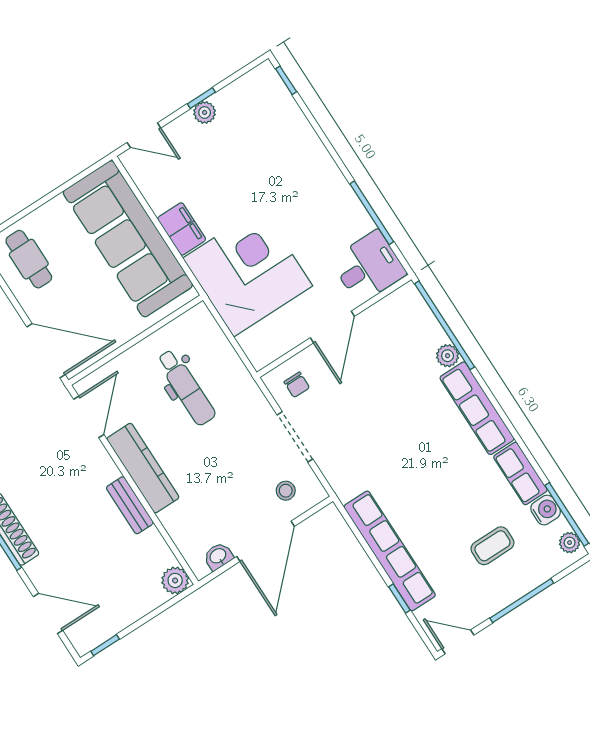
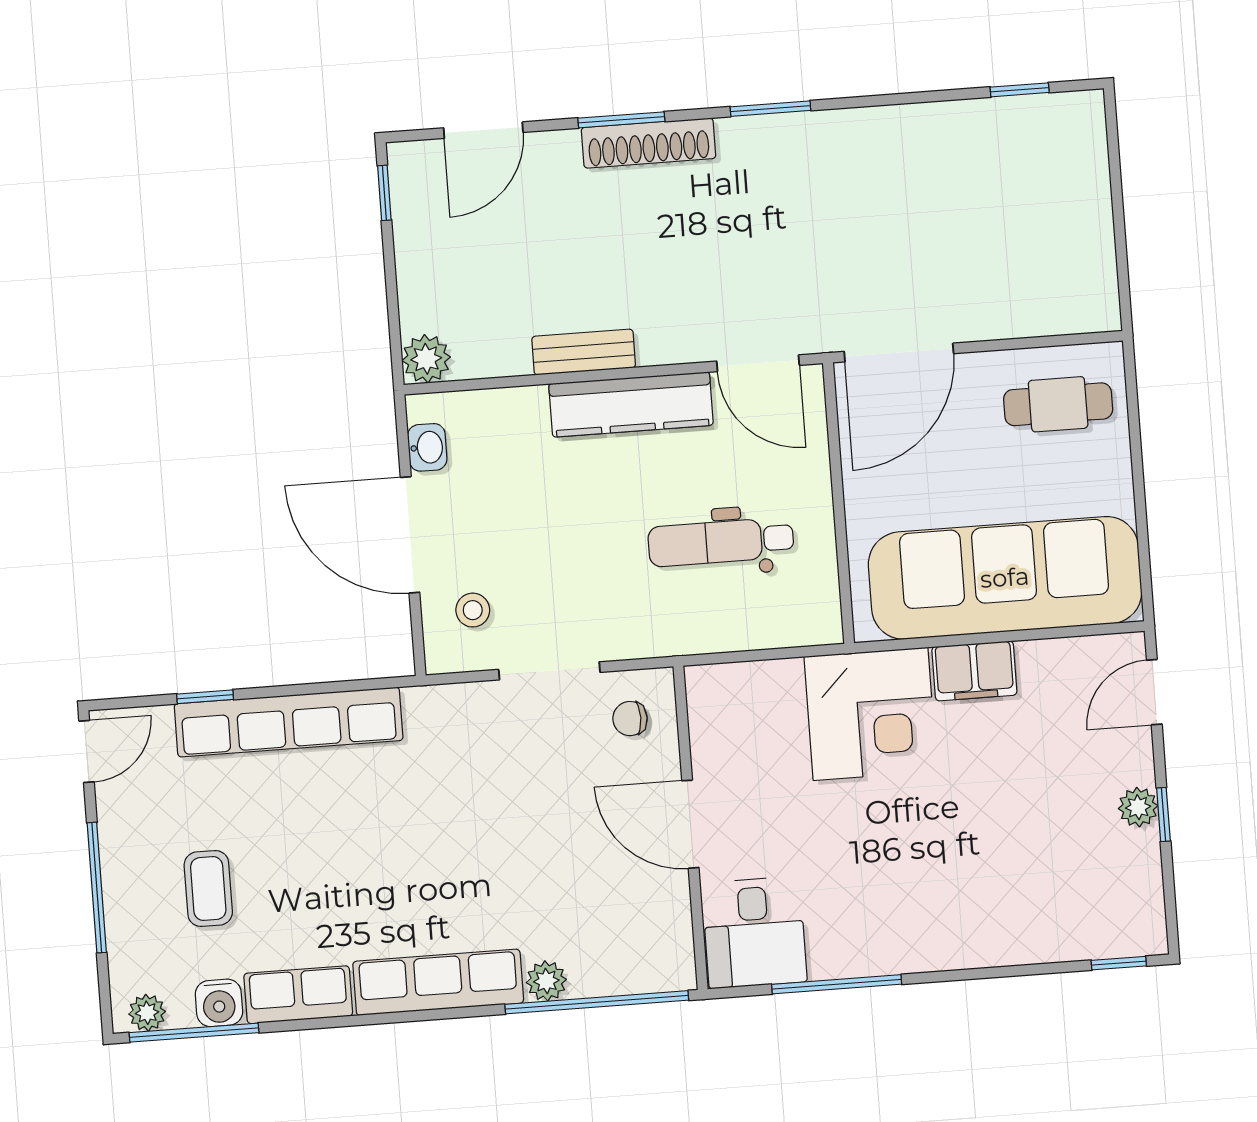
corner desk: (248, 272) -> (871, 714), width x0.74, depth x0.74

